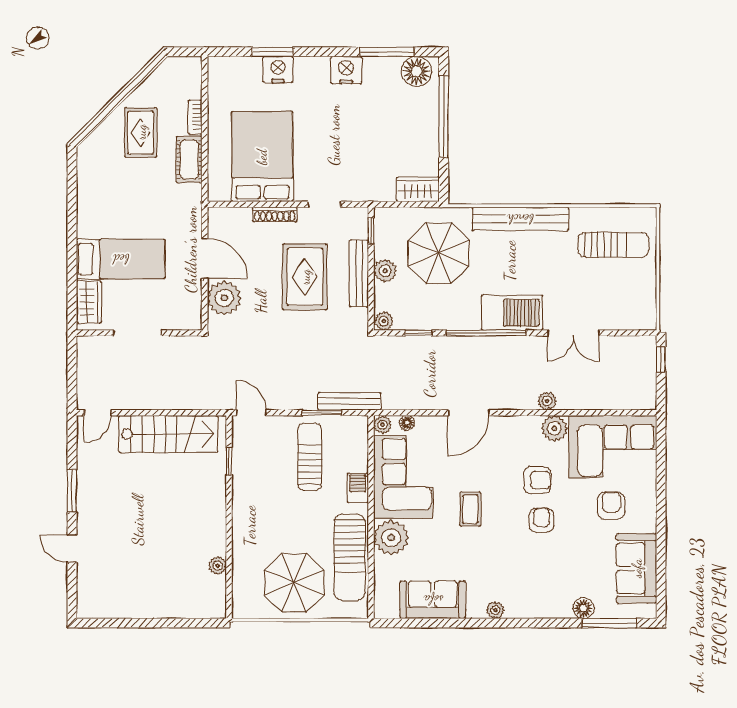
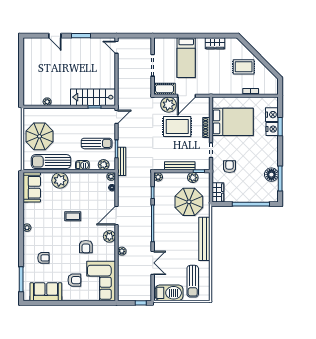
nightstand: (346, 70) -> (272, 115), moved
floor lamp: (417, 71) -> (271, 175), moved
cot: (189, 160) -> (165, 89), moved
armchair: (361, 164) -> (230, 167), added
plant: (385, 271) -> (193, 178), moved
rug: (305, 277) -> (177, 126), moved
wardrobe: (89, 302) -> (215, 43), moved
barbecue: (512, 313) -> (169, 293), moved, turned -90
double door: (573, 333) -> (153, 263), swing flipped
door: (469, 413) -> (116, 215), hinge flipped
plant: (554, 428) -> (109, 236), moved
stairs: (168, 434) -> (93, 97), moved, turned 90
plant: (357, 441) -> (104, 165), added
corner sofa: (403, 477) -> (87, 186), removed
armchair: (541, 520) -> (43, 258), moved
door: (72, 549) -> (55, 36), swing flipped
sofa: (433, 600) -> (32, 187), moved
floor lamp: (583, 608) -> (28, 268), removed

